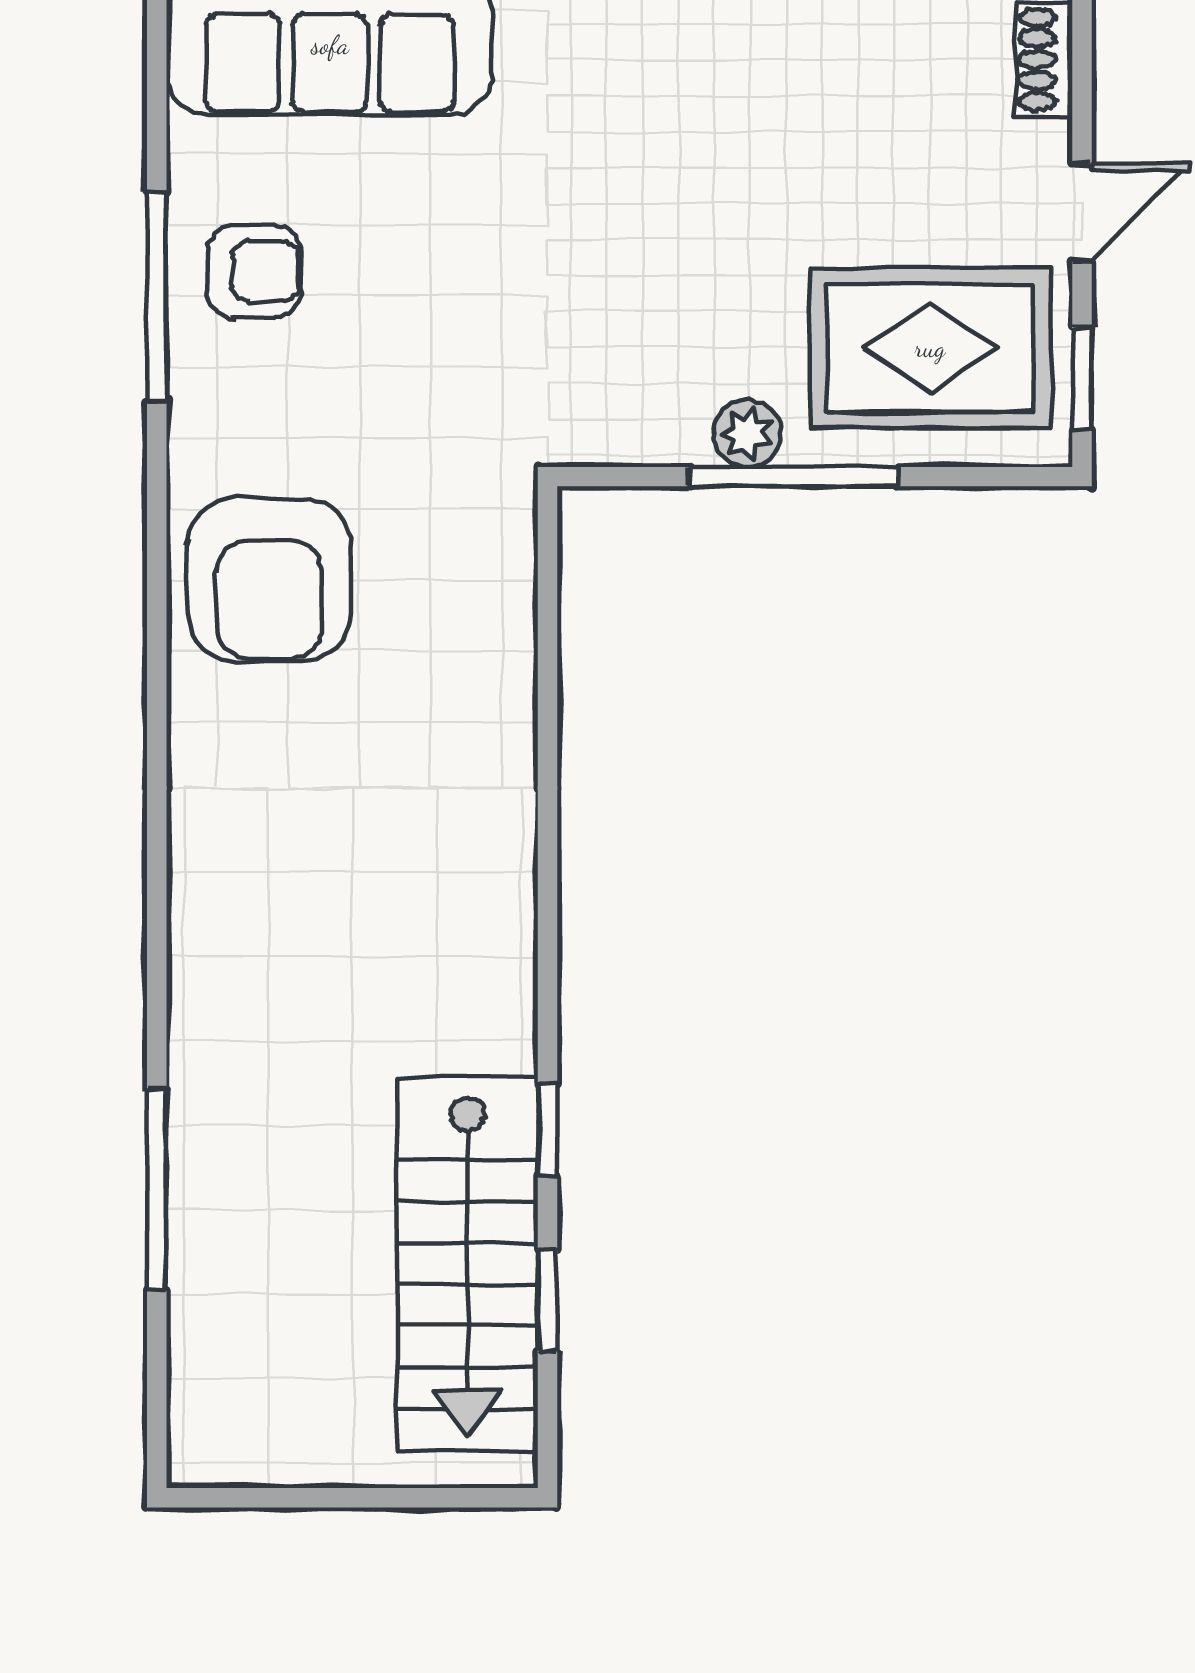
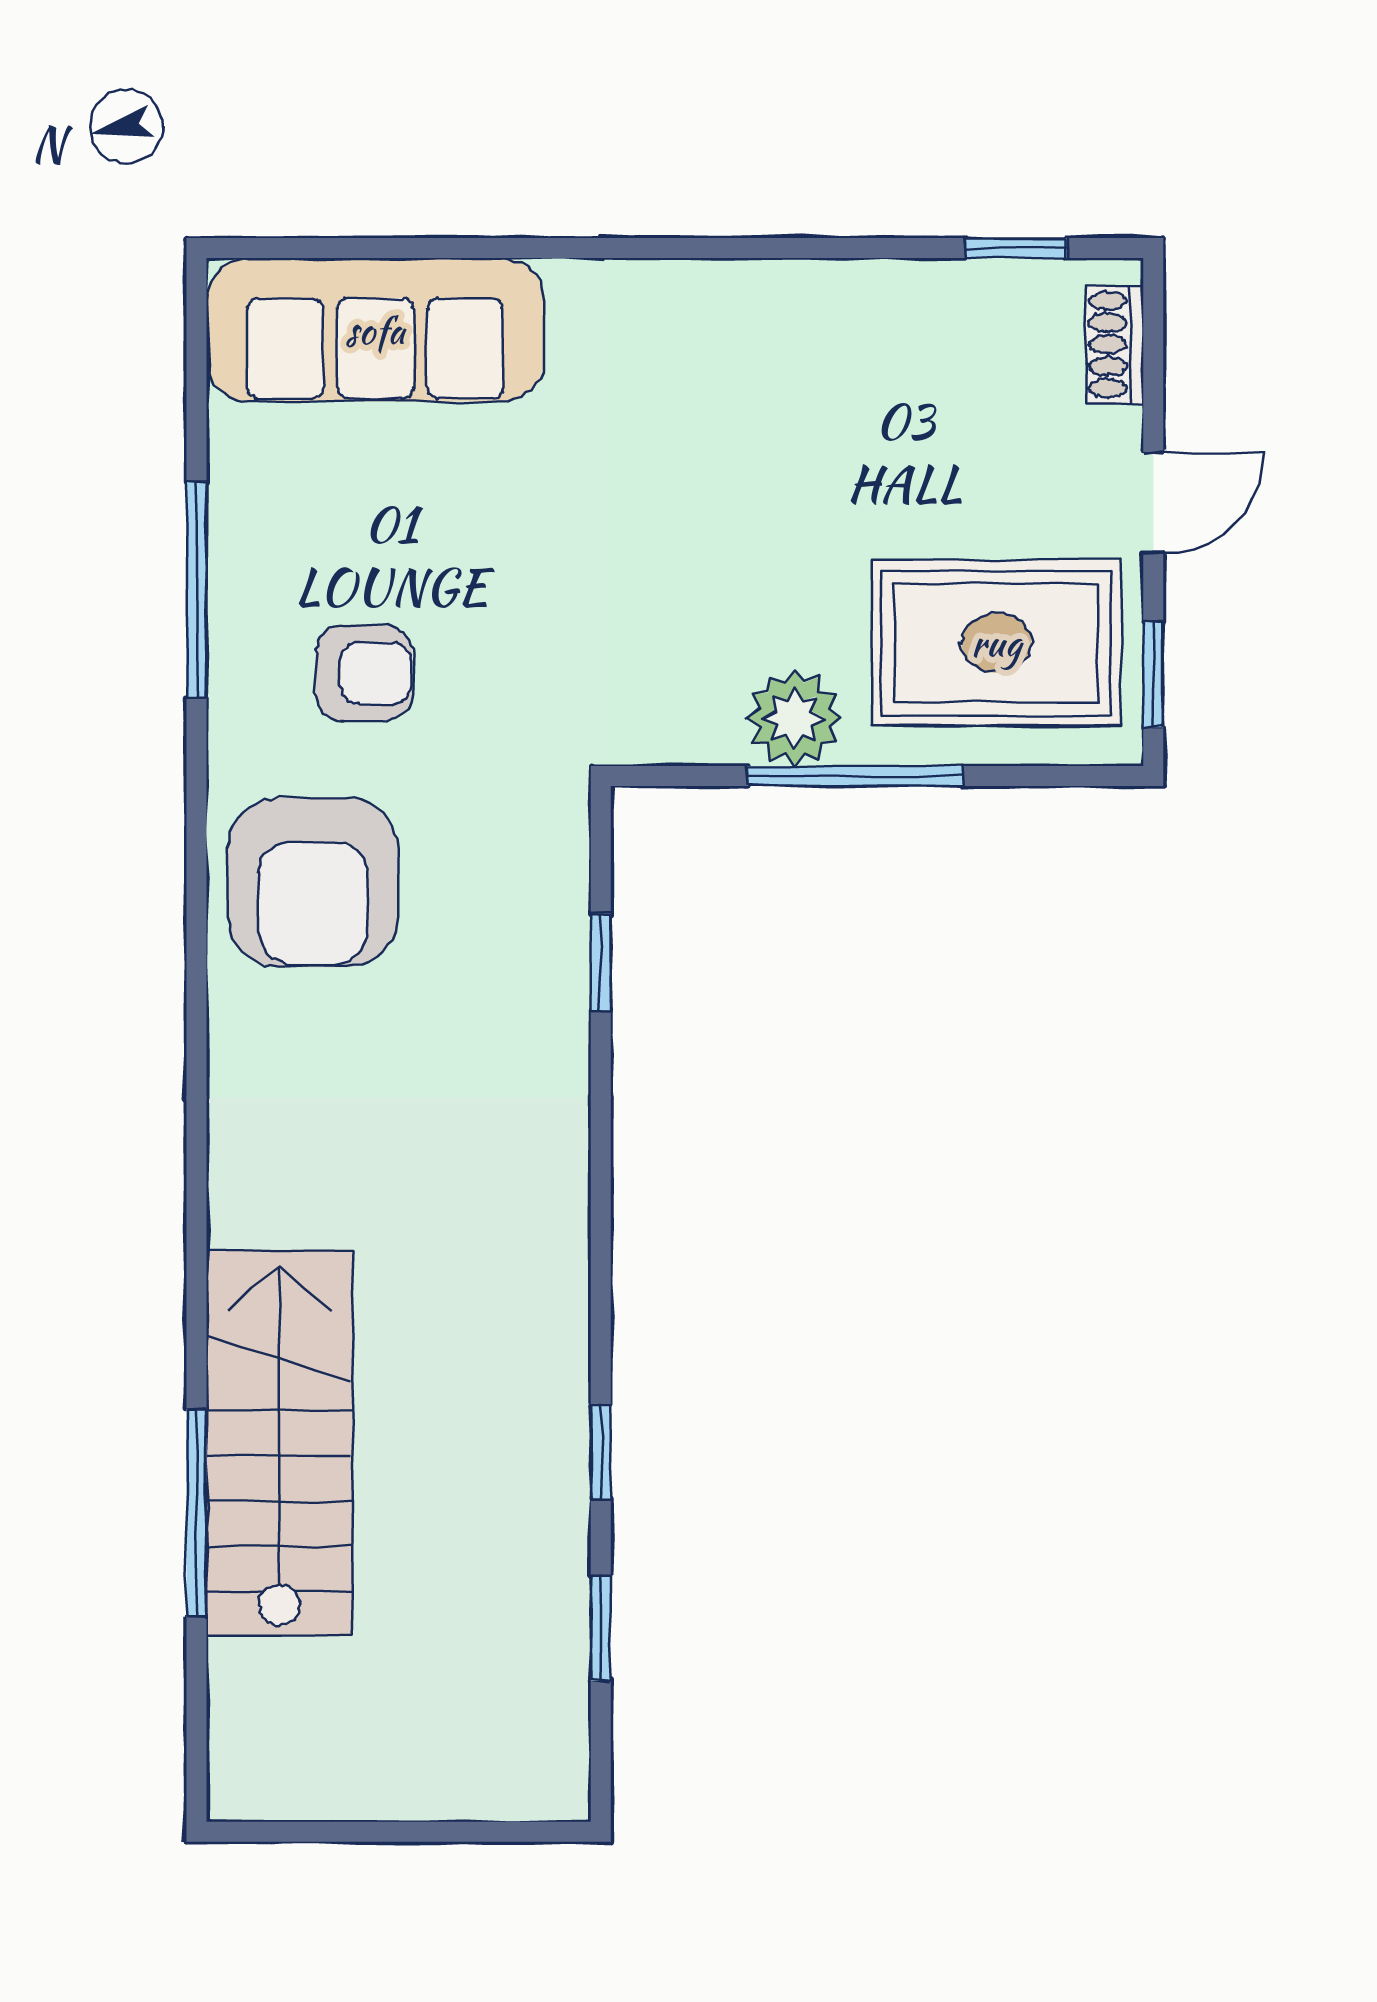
armchair: (254, 271) -> (364, 673), moved
plant: (747, 433) -> (794, 718), width x1.38, depth x1.38
window: (548, 657) -> (601, 963), added
stairs: (468, 1264) -> (279, 1443), moved, turned 180

